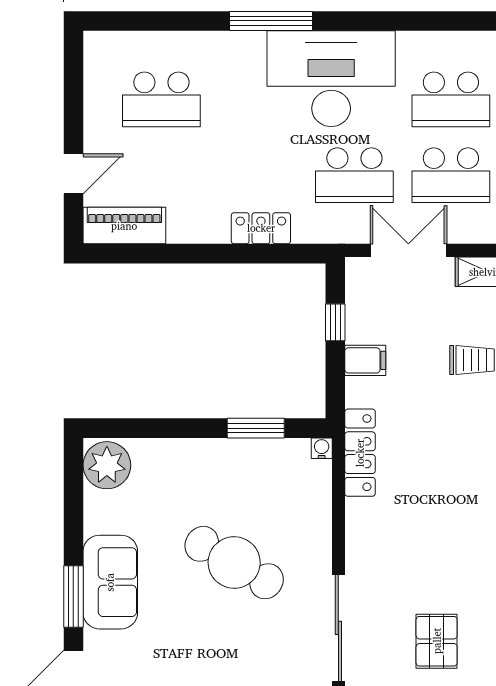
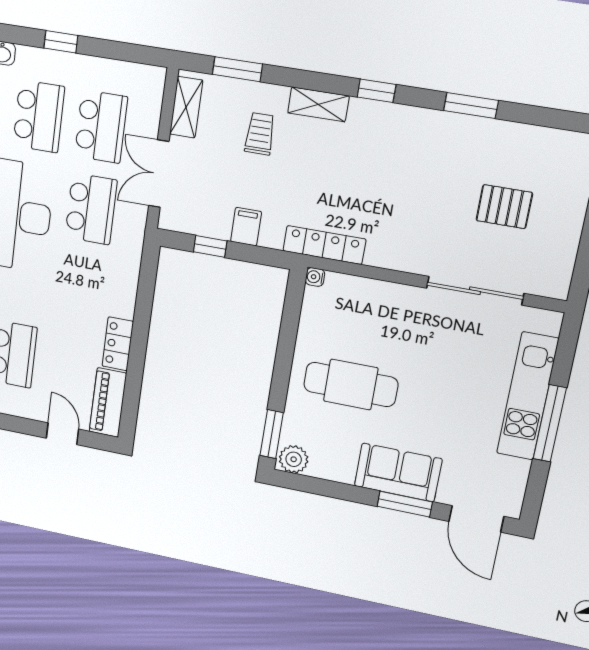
locker: (261, 228) -> (118, 344), moved
window: (256, 428) -> (272, 434), moved
plant: (107, 465) -> (294, 459), width x0.73, depth x0.73
cafe table: (234, 563) -> (351, 384), moved, turned 60

